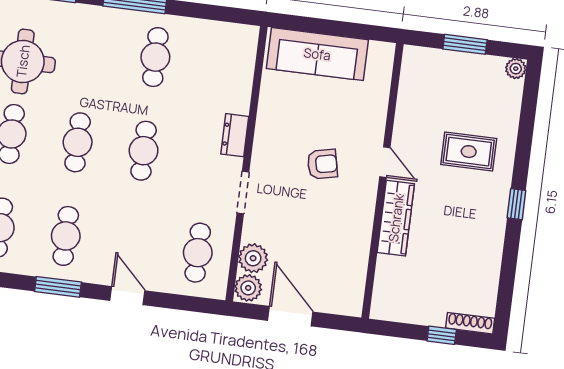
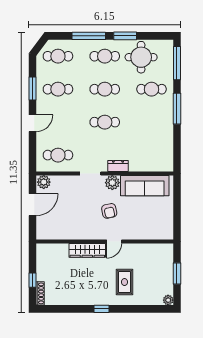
sofa: (317, 54) -> (145, 186), moved, turned -90
cafe table: (155, 57) -> (151, 89), moved
plant: (253, 258) -> (112, 183), moved

